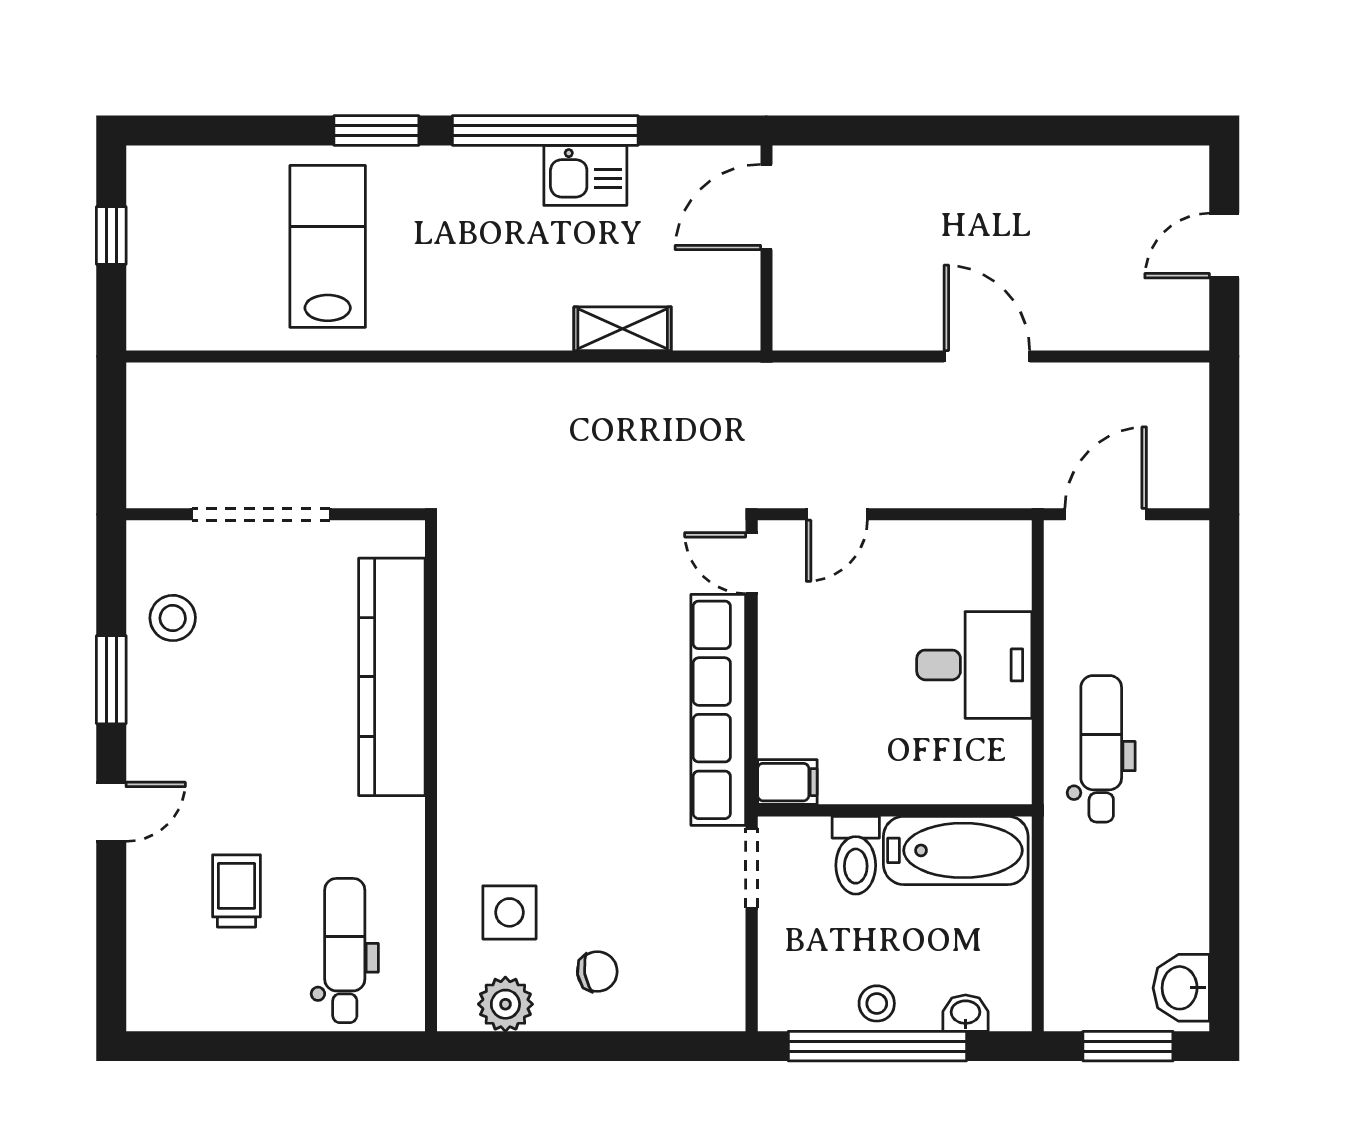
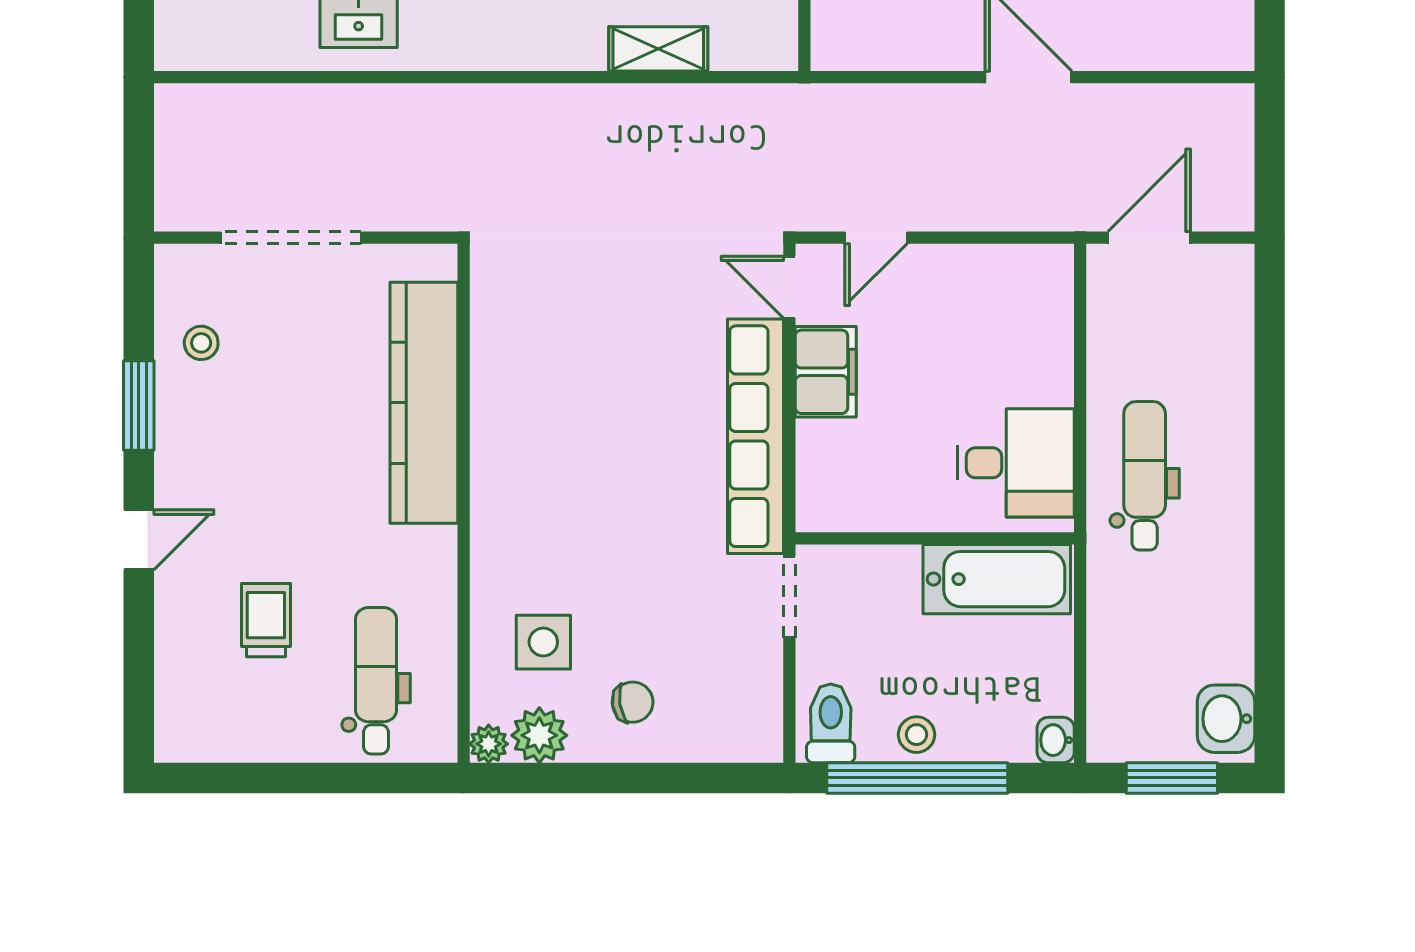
stool: (173, 618) -> (201, 343), width x0.73, depth x0.73
desk: (974, 665) -> (1016, 463), moved
filing cabinet: (787, 782) -> (826, 372), moved, width x2.00
toilet: (856, 855) -> (831, 723), moved, turned 180
plant: (456, 1013) -> (489, 744), added
washbasin: (965, 1013) -> (1056, 740), moved, turned -90

